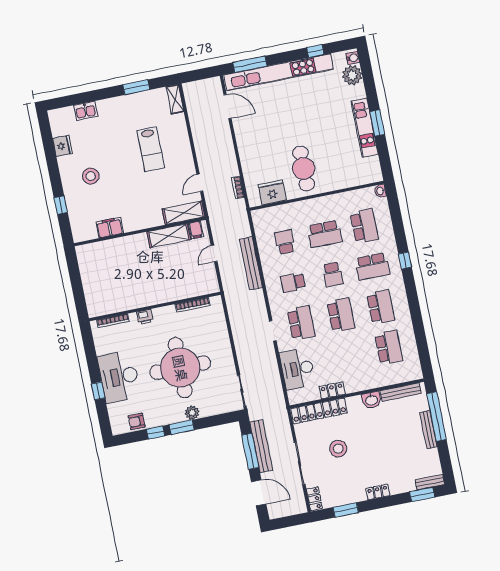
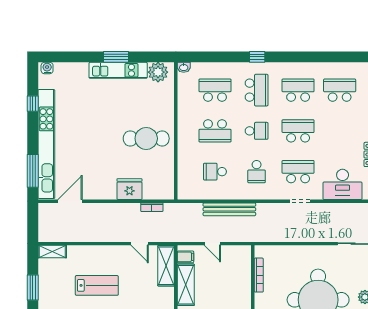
plant: (352, 75) -> (158, 72), moved
fridge: (272, 192) -> (129, 189), moved, turned 90
school desk: (325, 234) -> (215, 131), turned 90

